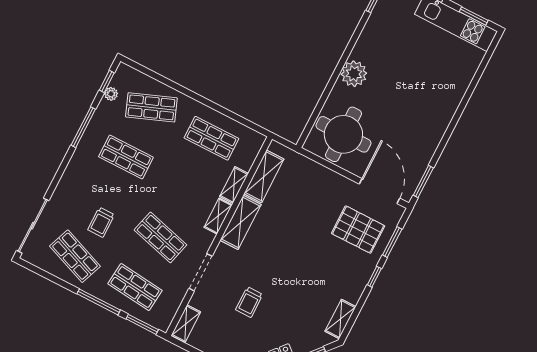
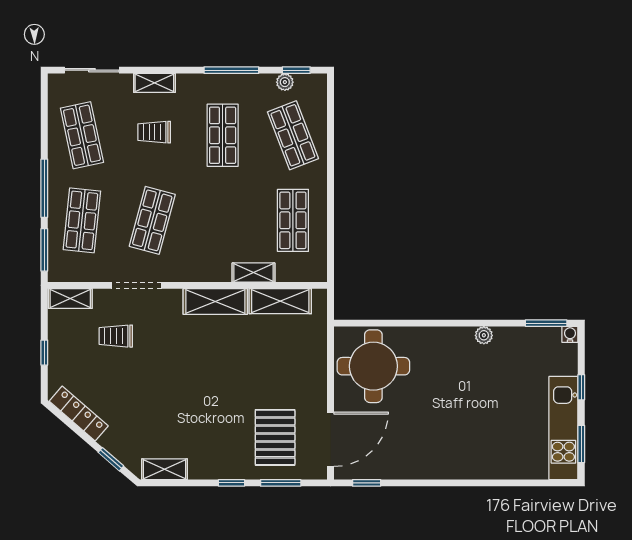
plant: (354, 74) -> (484, 335), moved, width x0.53, depth x0.53
window: (423, 181) -> (367, 483), width x0.67
shelving: (218, 216) -> (154, 83), moved
trolley: (101, 222) -> (154, 132), moved
sliding door: (33, 226) -> (92, 70), width x0.73
shop shelf: (75, 256) -> (82, 135), turned -33
trolley: (249, 302) -> (116, 336), moved

